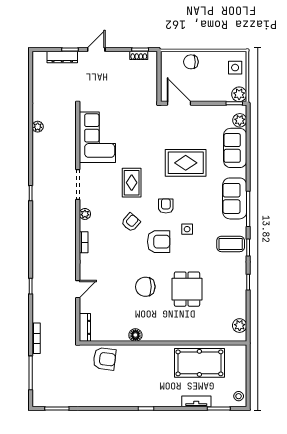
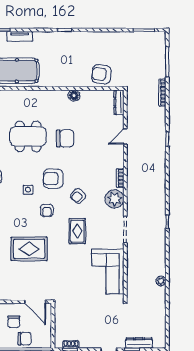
chair: (203, 81) -> (14, 322), added
plant: (85, 214) -> (115, 199), width x1.88, depth x1.88
dining table: (187, 289) -> (28, 136), width x1.37

